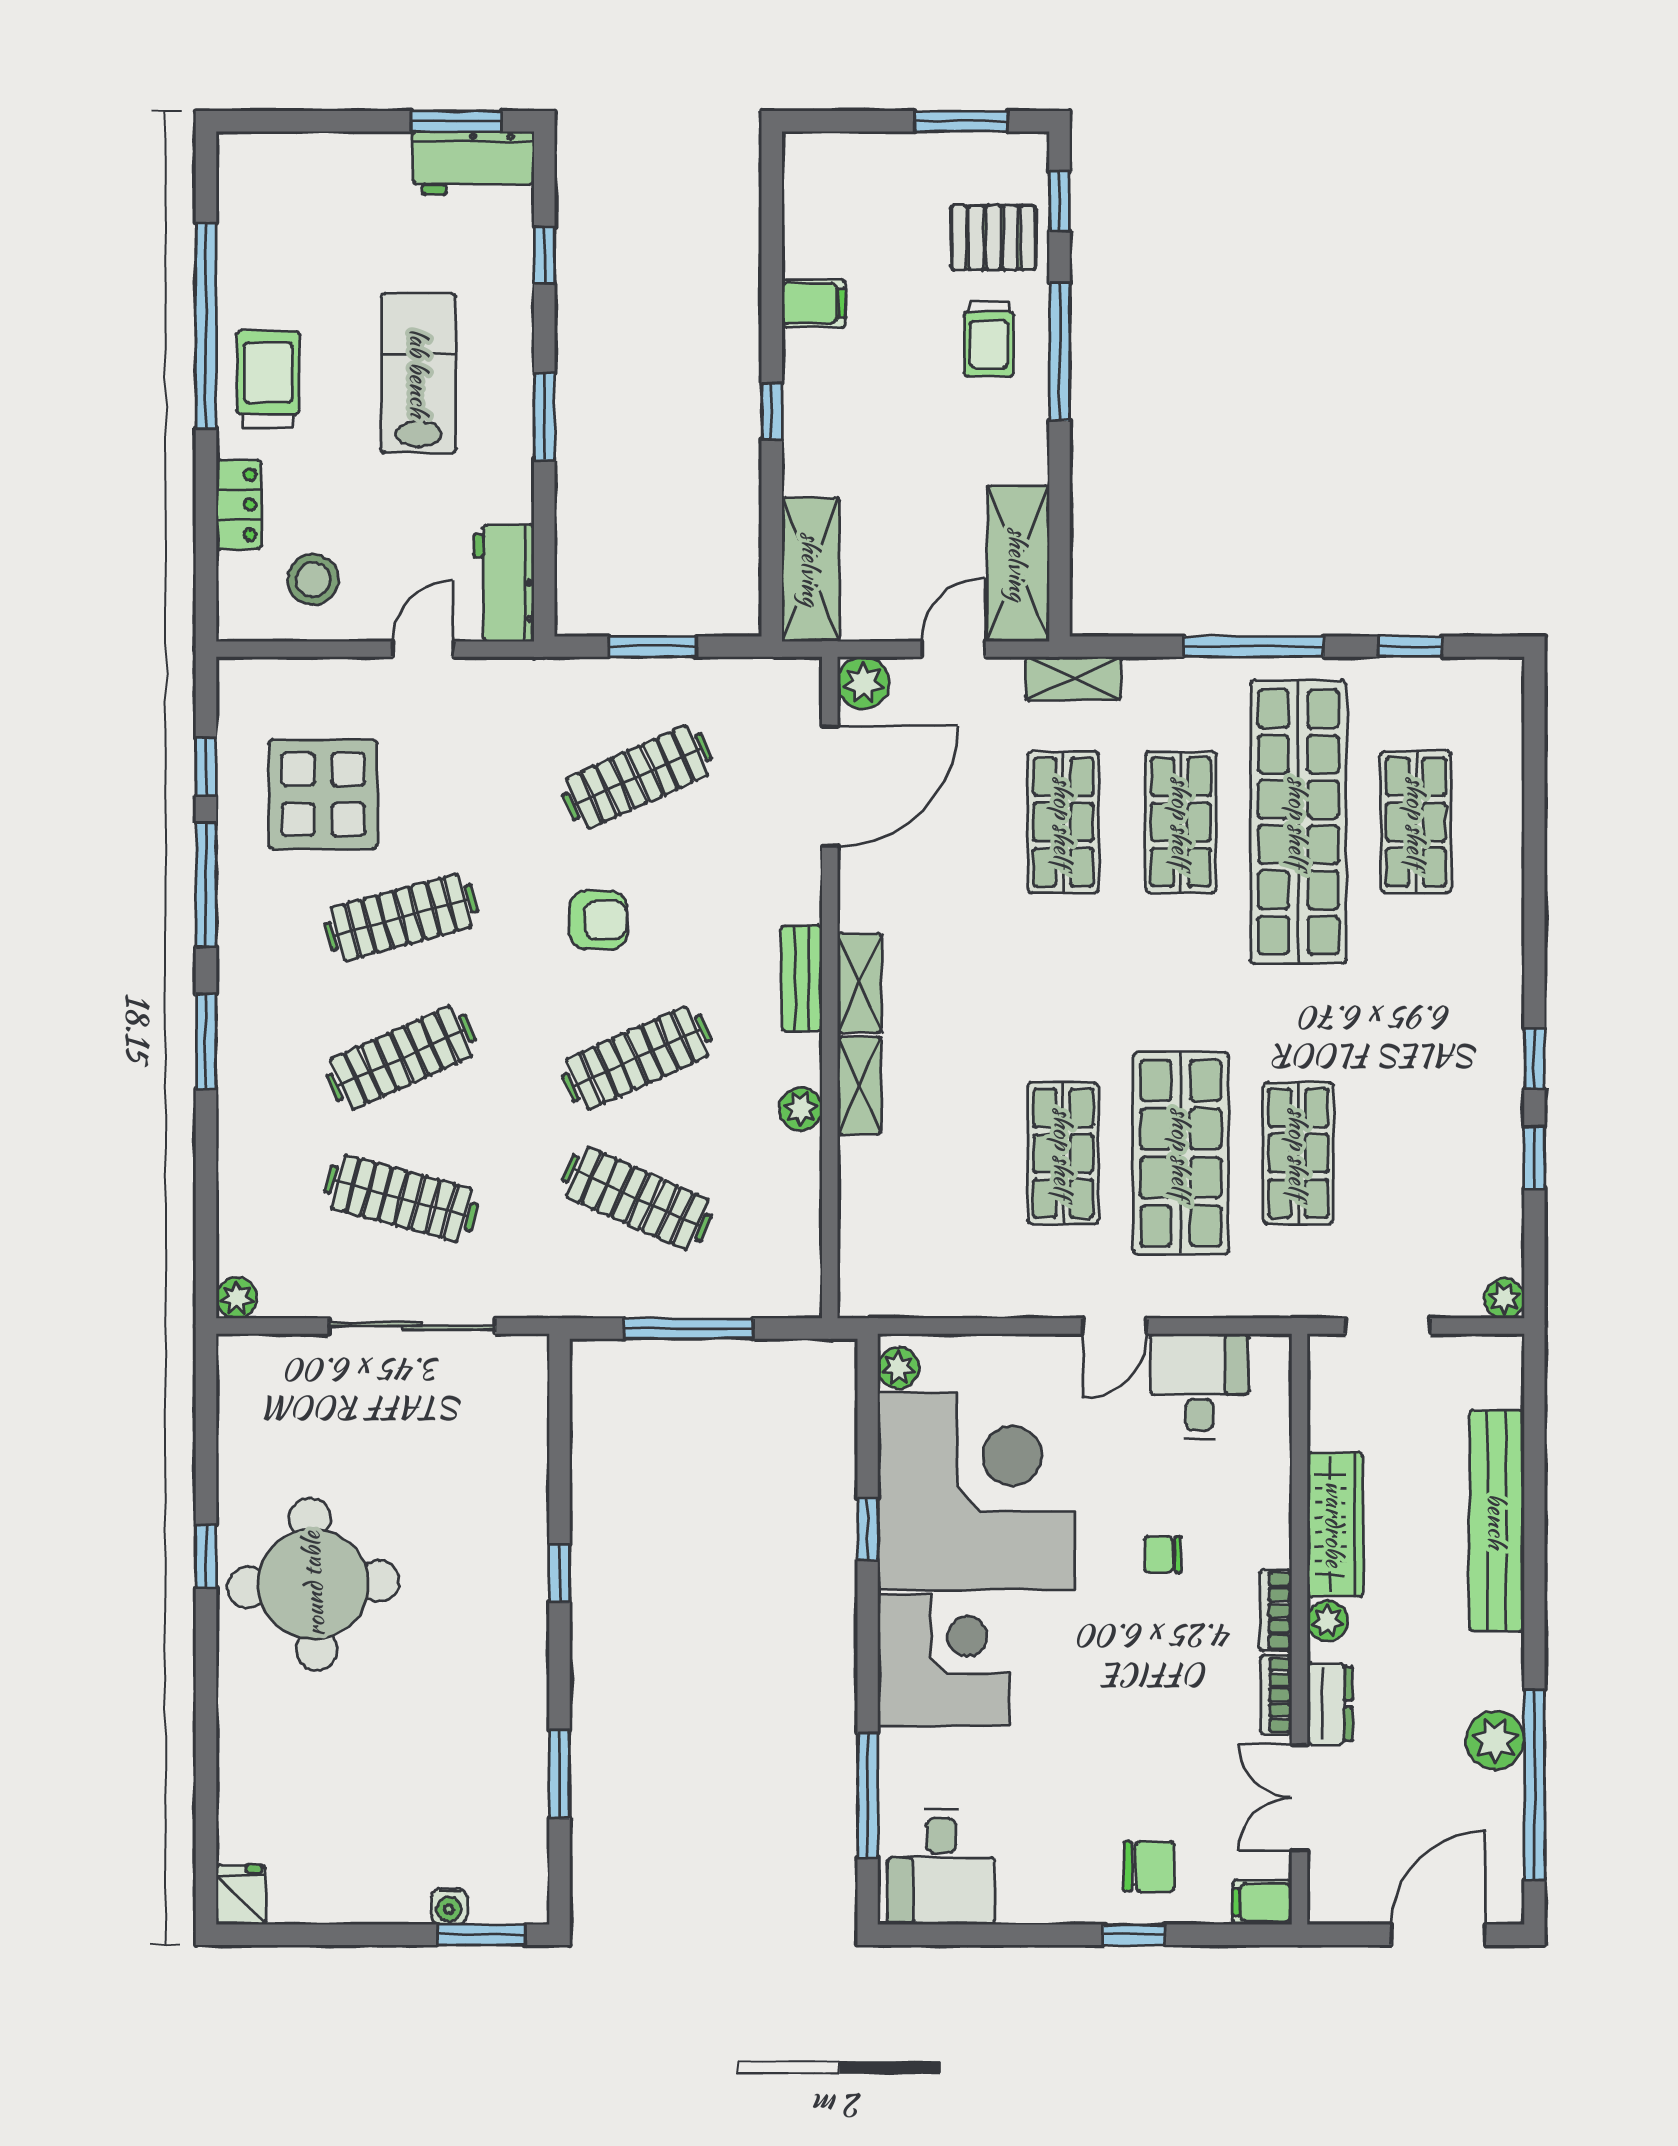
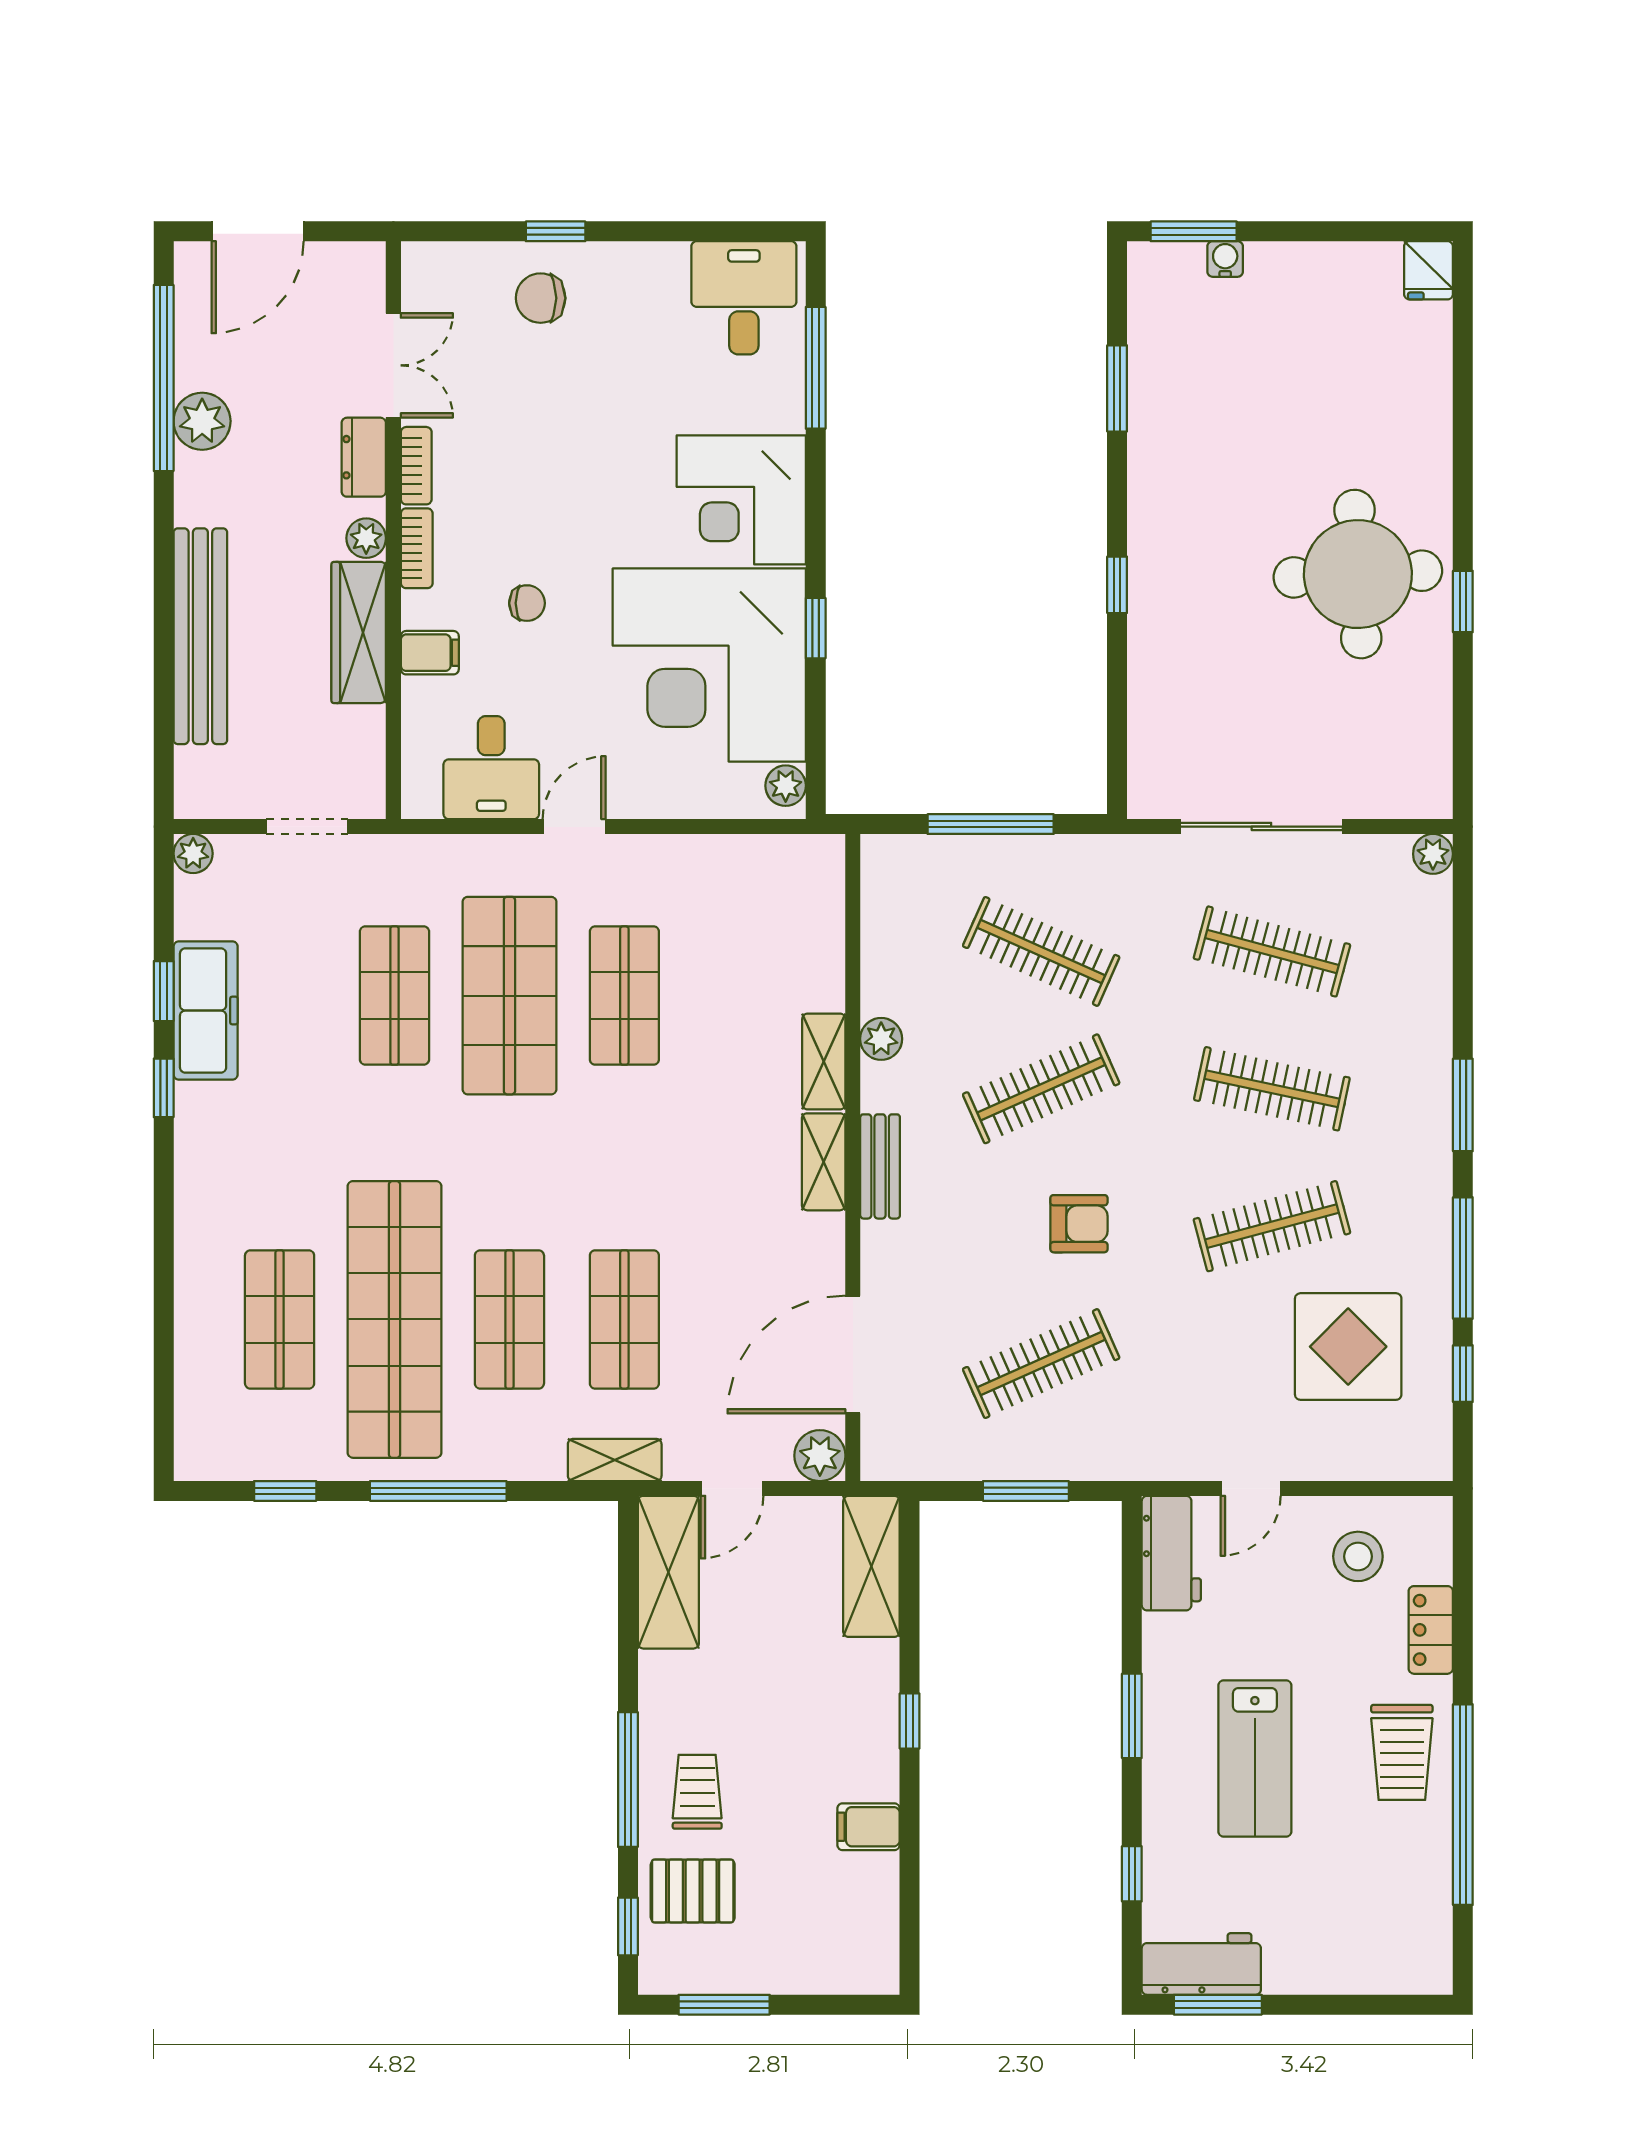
armchair: (598, 920) -> (1079, 1224), turned 180
clothes rail: (401, 1058) -> (1272, 1089), turned 36
freezer: (1491, 1138) -> (206, 1010), added
filing cabinet: (1262, 1902) -> (430, 653), moved

